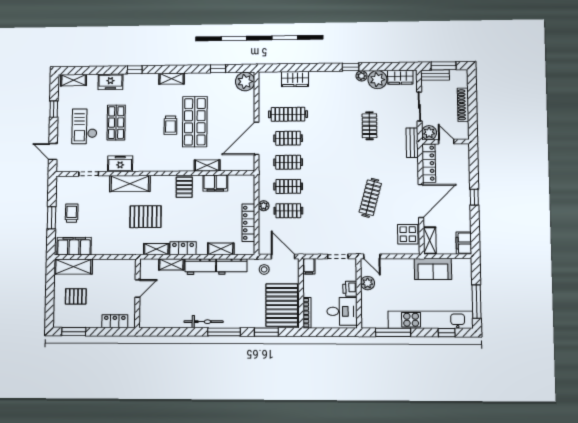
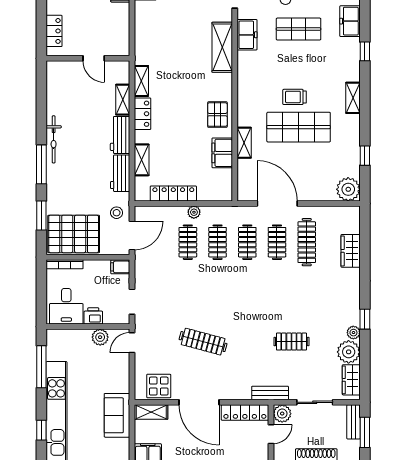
pallet: (184, 187) -> (217, 115), turned 90
pallet: (145, 217) -> (181, 67), removed

